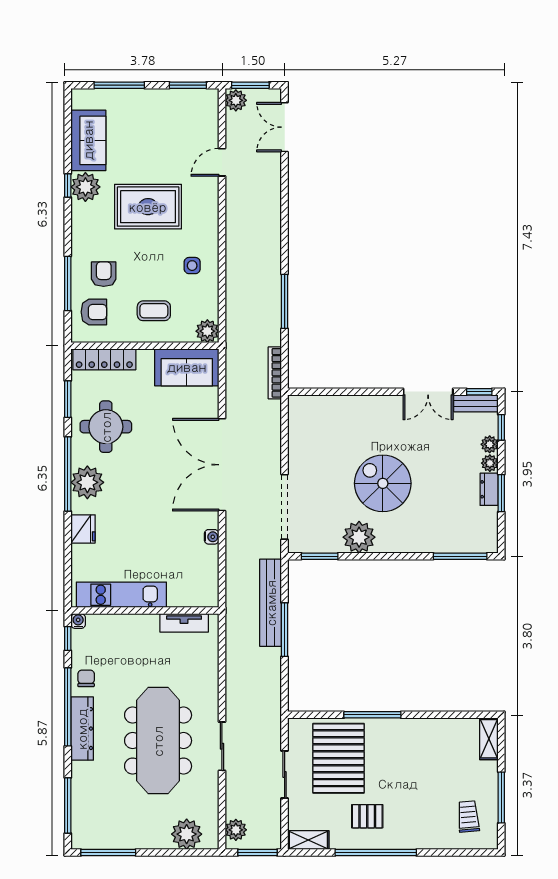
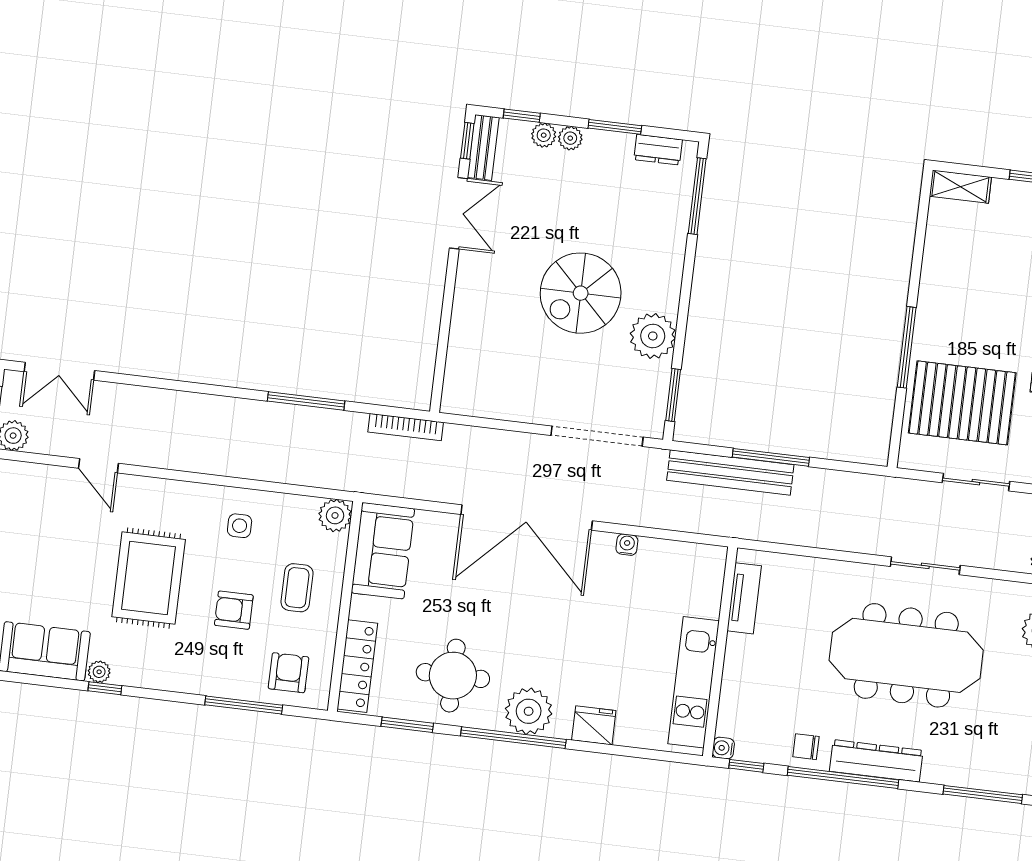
plant: (85, 187) -> (99, 672), width x0.53, depth x0.53
armchair: (104, 274) -> (234, 610), moved
dresser: (489, 489) -> (658, 150), moved

